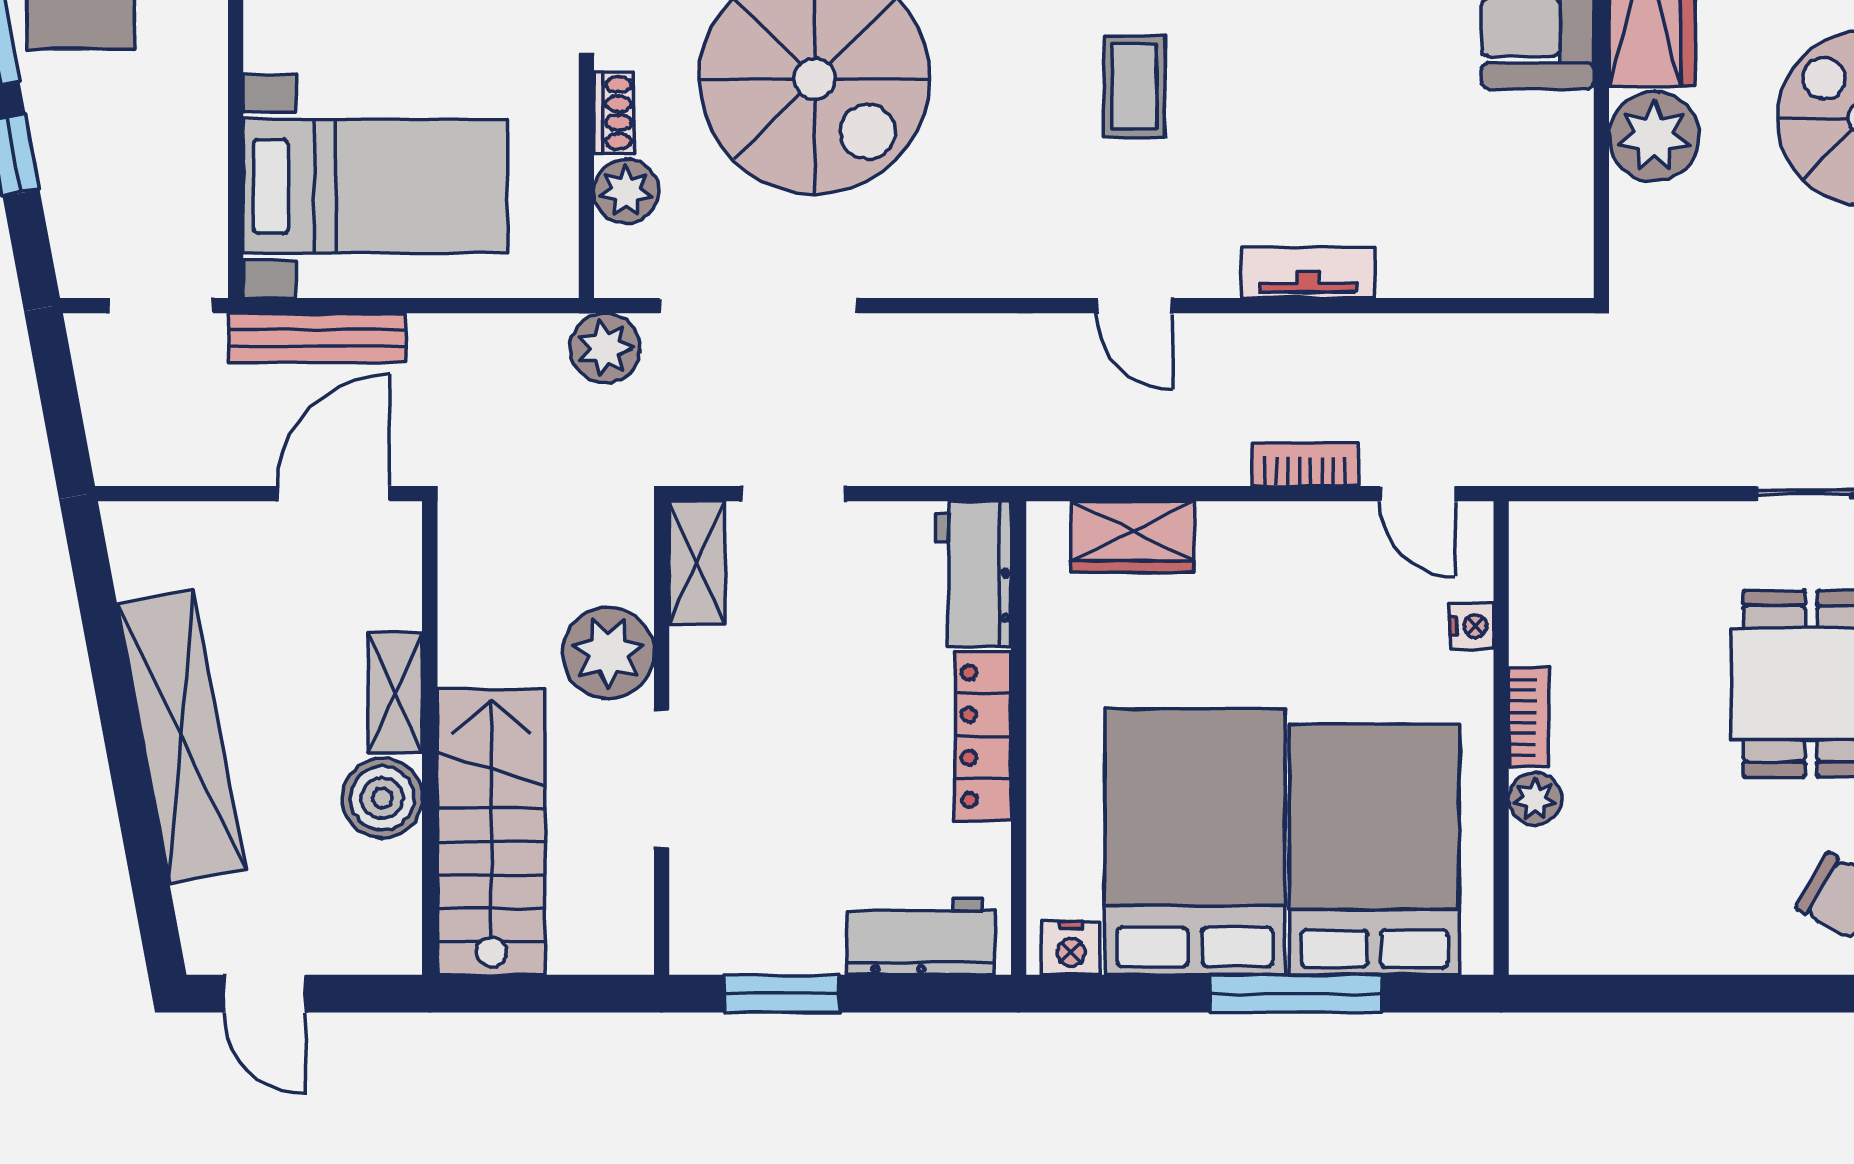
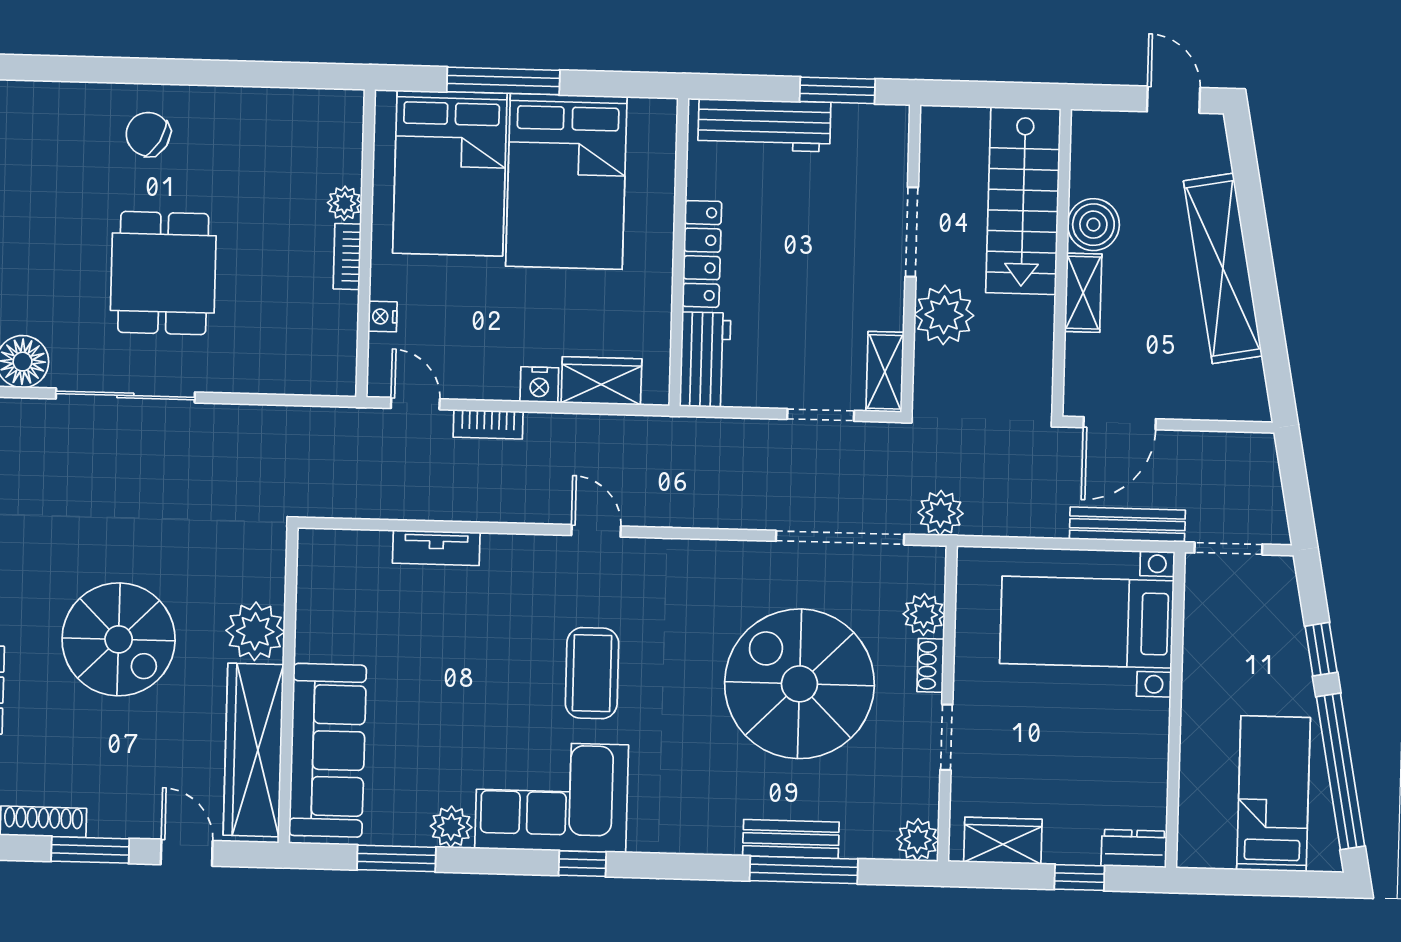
coffee table: (1134, 87) -> (592, 673), width x1.36, depth x1.30
tv unit: (1308, 273) -> (436, 548), moved
workbench: (921, 937) -> (764, 125), width x1.38
nightstand: (1071, 948) -> (539, 385), moved, turned 180

